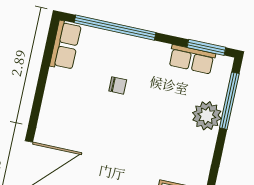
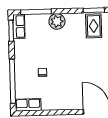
row of seats: (192, 59) -> (19, 27), moved
plant: (207, 116) -> (57, 21), moved

